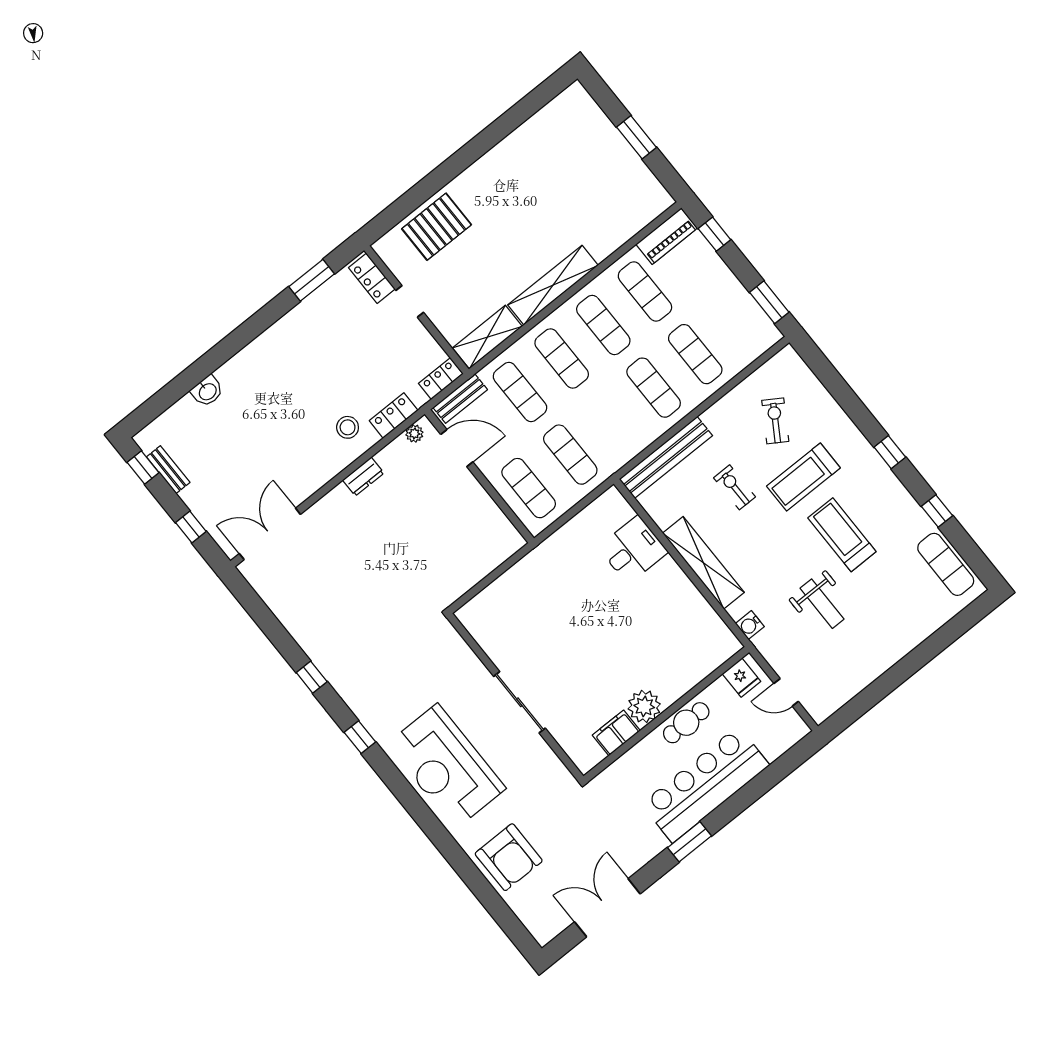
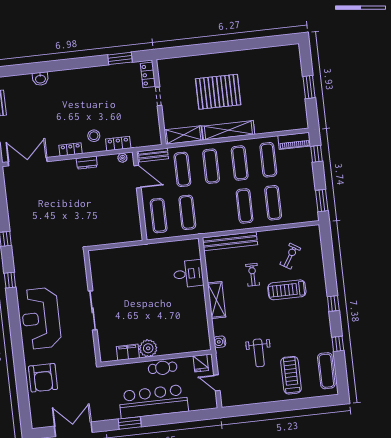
pallet: (437, 227) -> (218, 92), moved, width x1.37, depth x1.41
locker: (441, 379) -> (71, 149), moved
treadmill: (842, 535) -> (291, 375), moved
shelving: (703, 563) -> (217, 300), width x0.68

